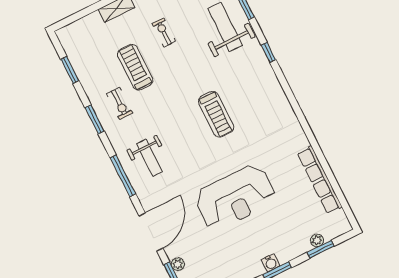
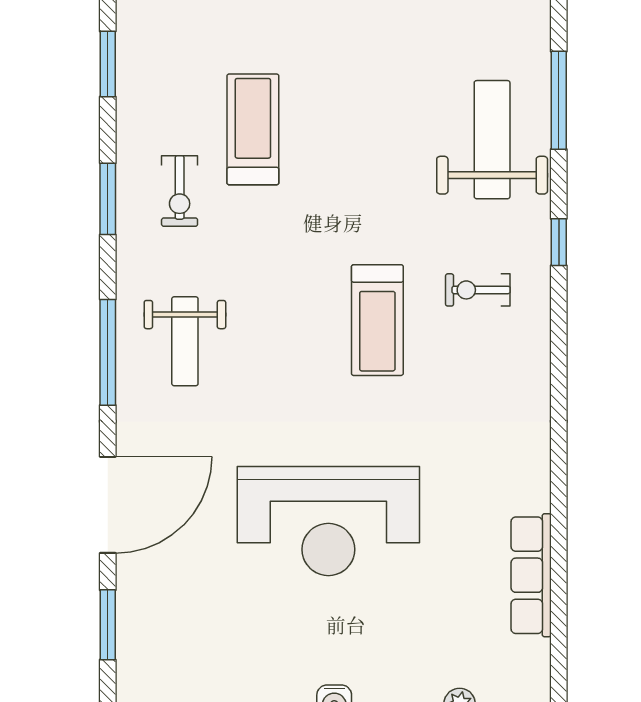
exercise bike: (164, 33) -> (478, 290), moved, turned -90
row of seats: (320, 180) -> (531, 575), width x0.73
plant: (178, 264) -> (131, 604), removed

